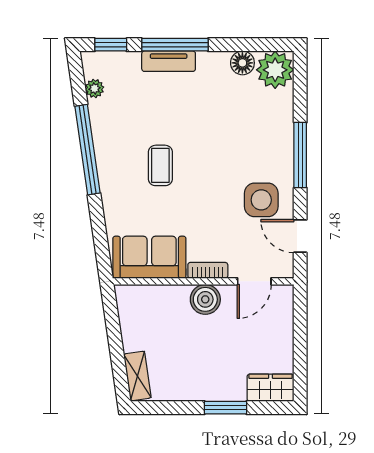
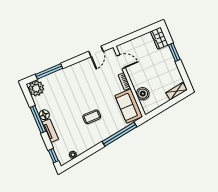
window: (175, 45) -> (38, 119), moved
floor lamp: (242, 63) -> (44, 115), moved
window: (88, 150) -> (119, 134), moved
window: (300, 155) -> (49, 71), moved
side table: (261, 200) -> (88, 72), removed
boiler: (205, 299) -> (143, 94), moved

